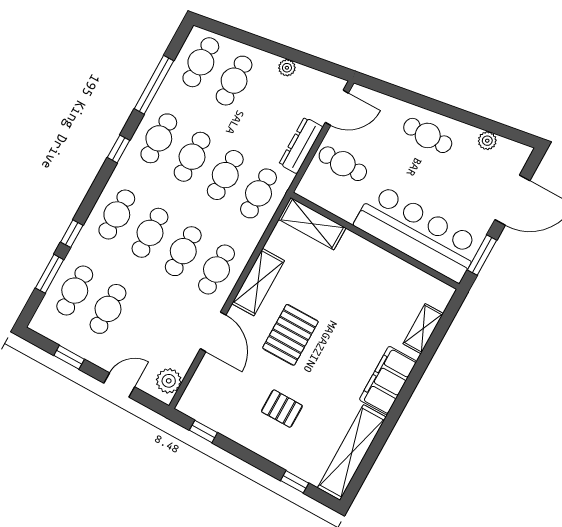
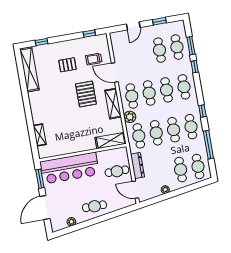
door: (337, 108) -> (135, 190), hinge flipped
filing cabinet: (388, 380) -> (37, 106), removed
plant: (169, 381) -> (130, 117), moved
trolley: (230, 383) -> (94, 59), added

